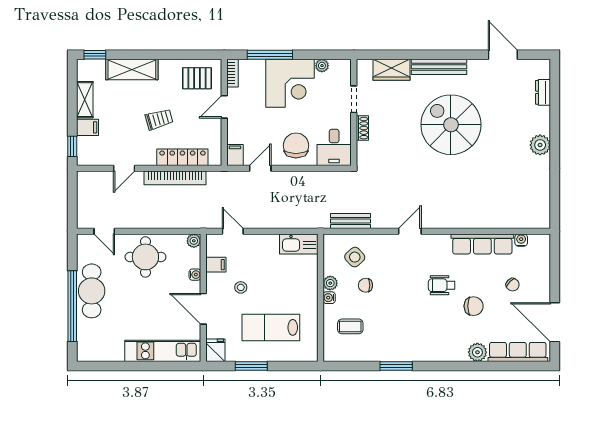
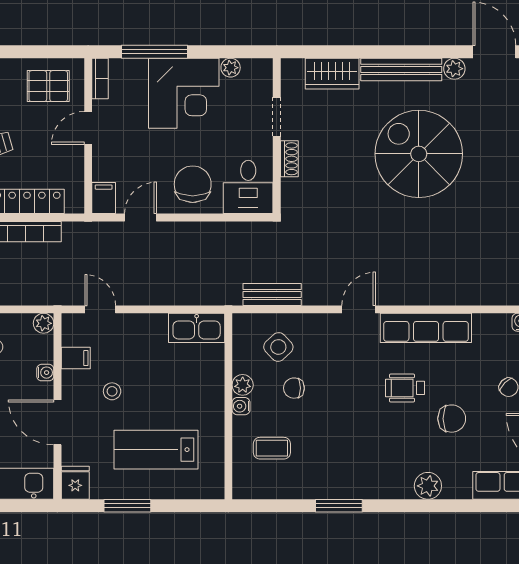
plant: (475, 66) -> (454, 69), added
row of seats: (482, 244) -> (426, 328), moved
plant: (477, 352) -> (428, 486), moved

